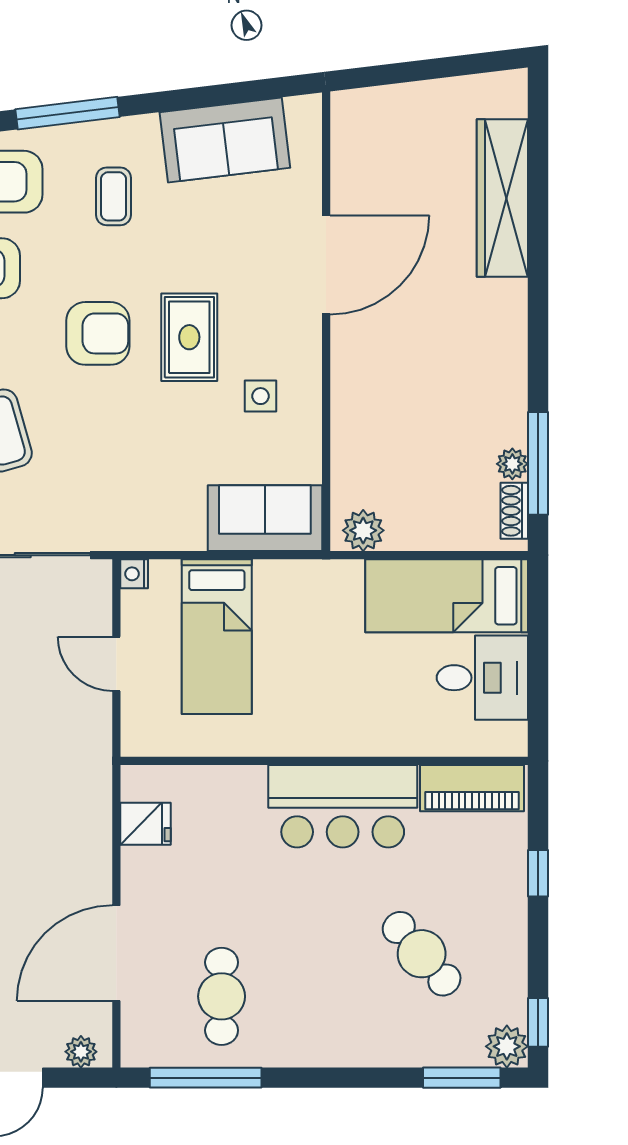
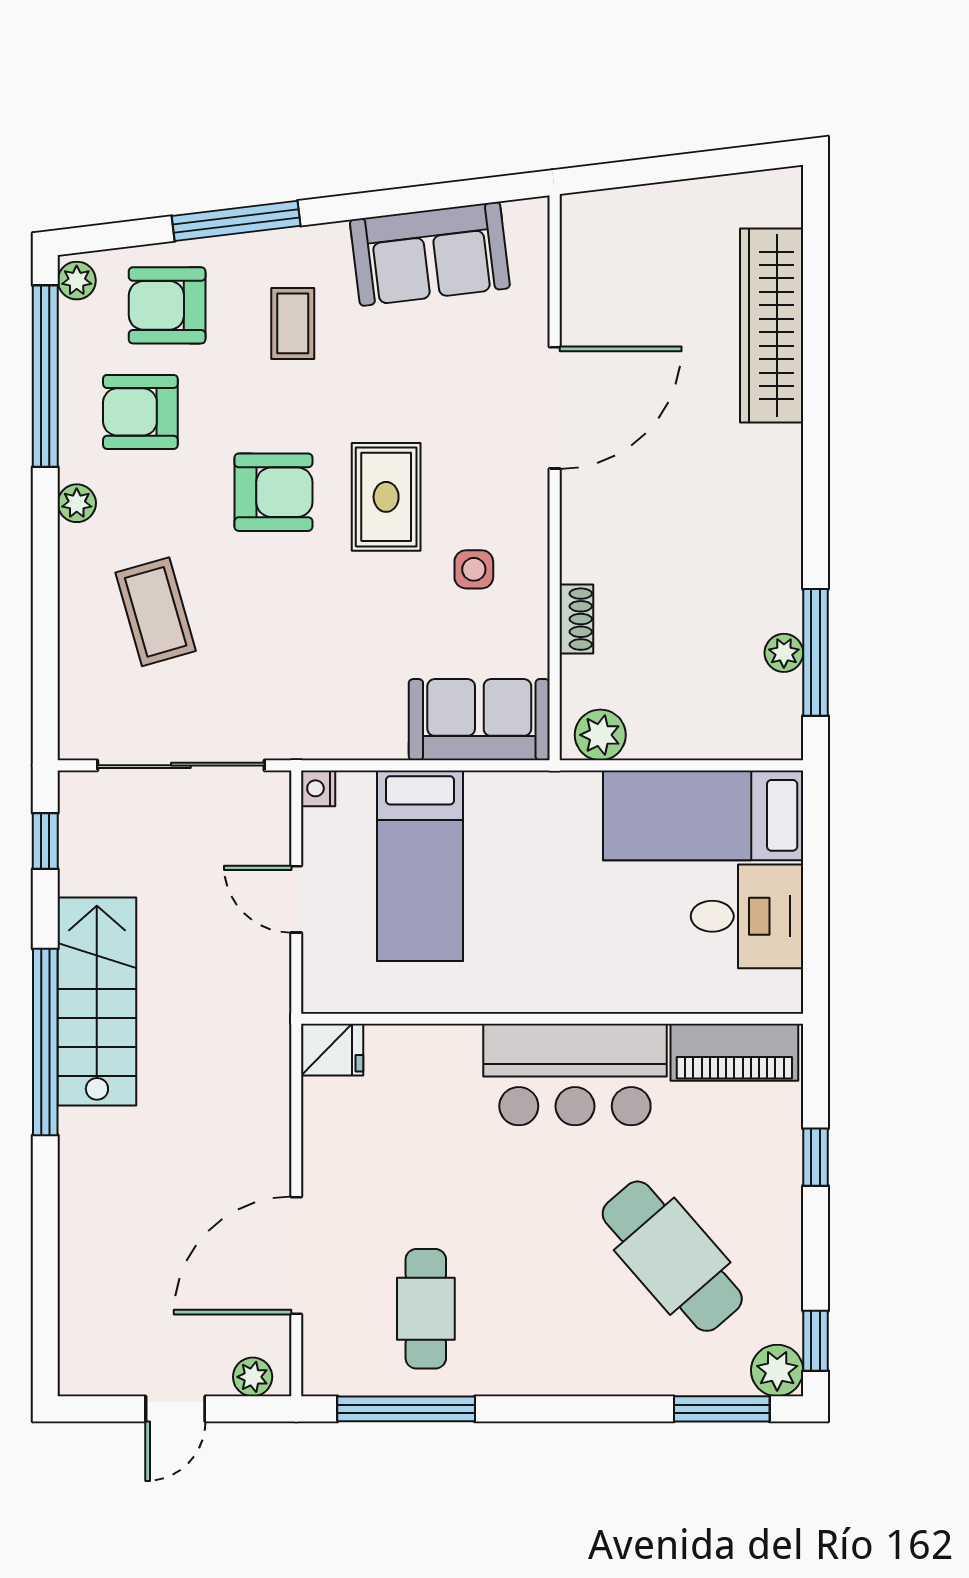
shoe rack: (514, 511) -> (576, 619), moved, turned 180
fridge: (146, 824) -> (332, 1050), moved
cafe table: (422, 954) -> (672, 1256), width x1.37, depth x1.35

